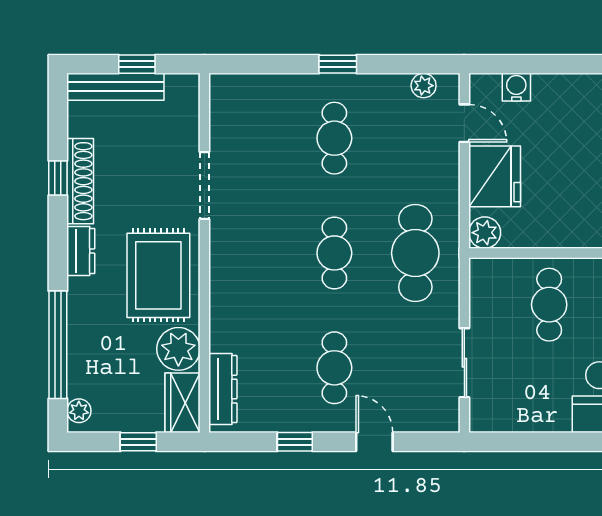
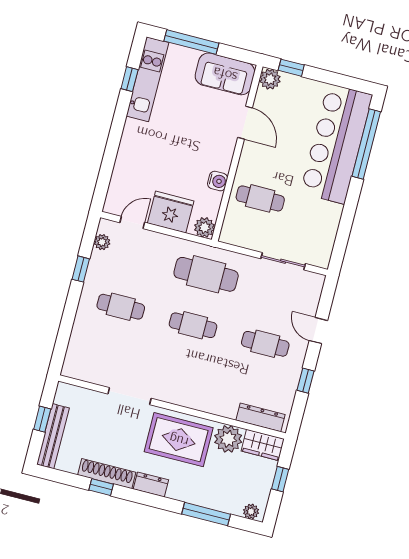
window: (338, 64) -> (81, 269), moved
water cooler: (516, 87) -> (218, 181), moved, turned 180
window: (58, 345) -> (206, 514), width x0.68
door: (374, 442) -> (318, 331), hinge flipped

